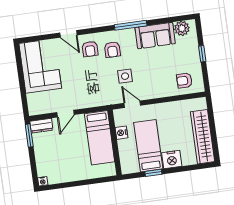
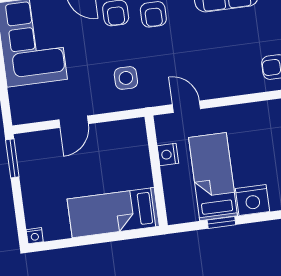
side table: (125, 76) -> (126, 78), moved
dresser: (41, 126) -> (33, 142), removed
bed: (100, 138) -> (113, 213), moved, turned 90

